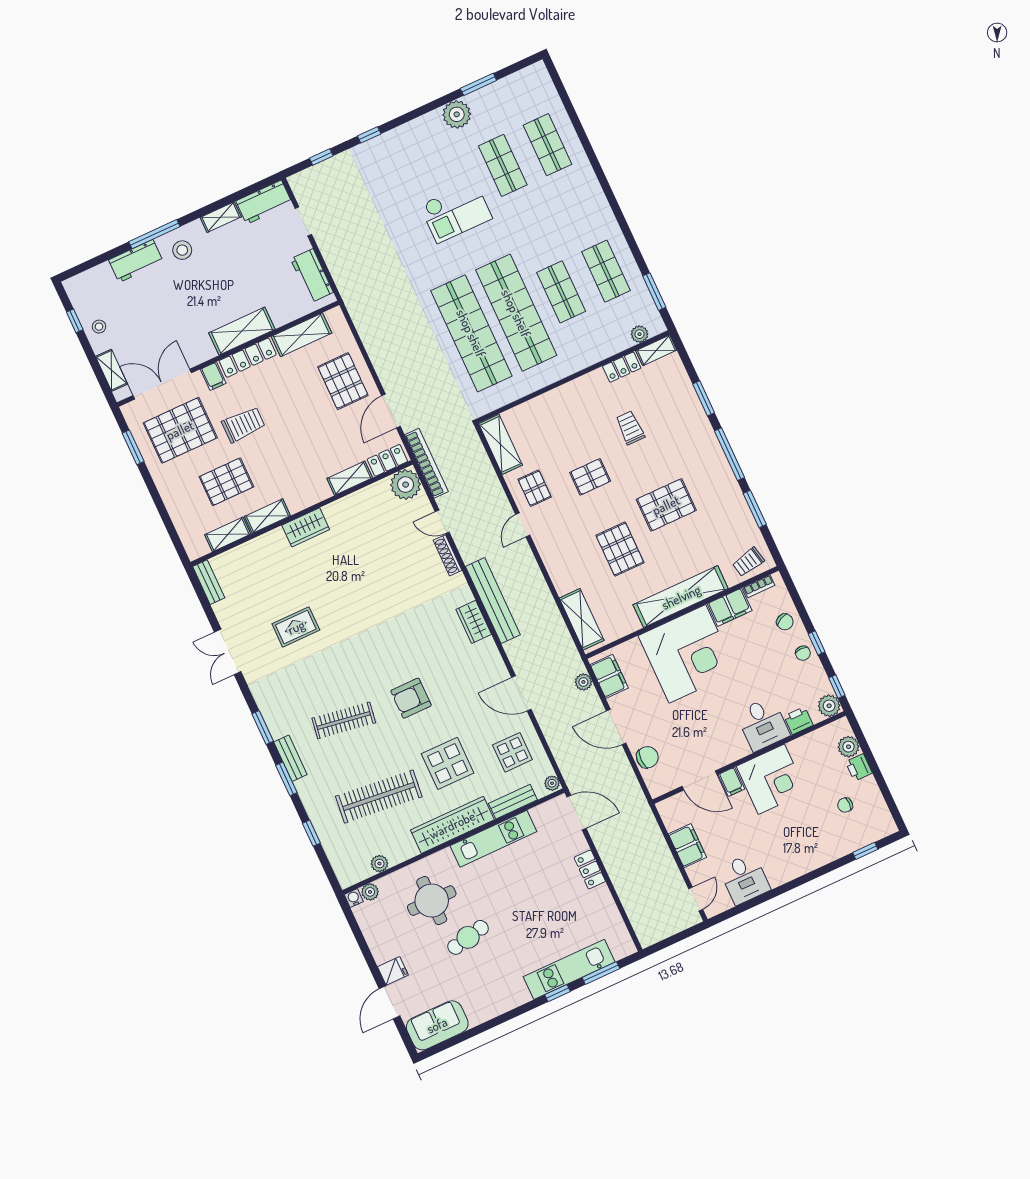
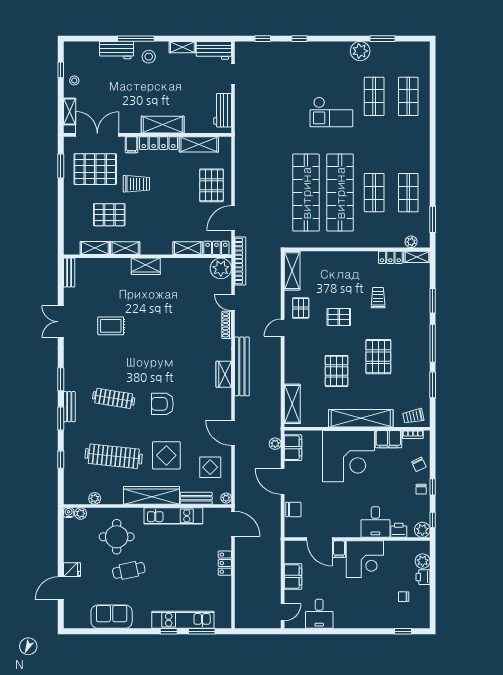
pallet: (666, 505) -> (378, 357), turned 90
sofa: (437, 1025) -> (112, 617), moved

